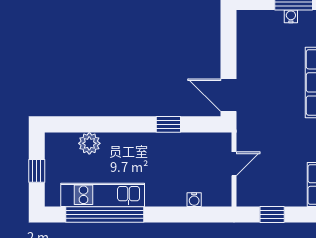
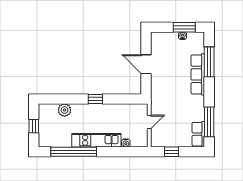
door: (228, 95) -> (146, 64), moved
window: (168, 124) -> (95, 99), moved
kitchen unit: (103, 195) -> (96, 140), moved

